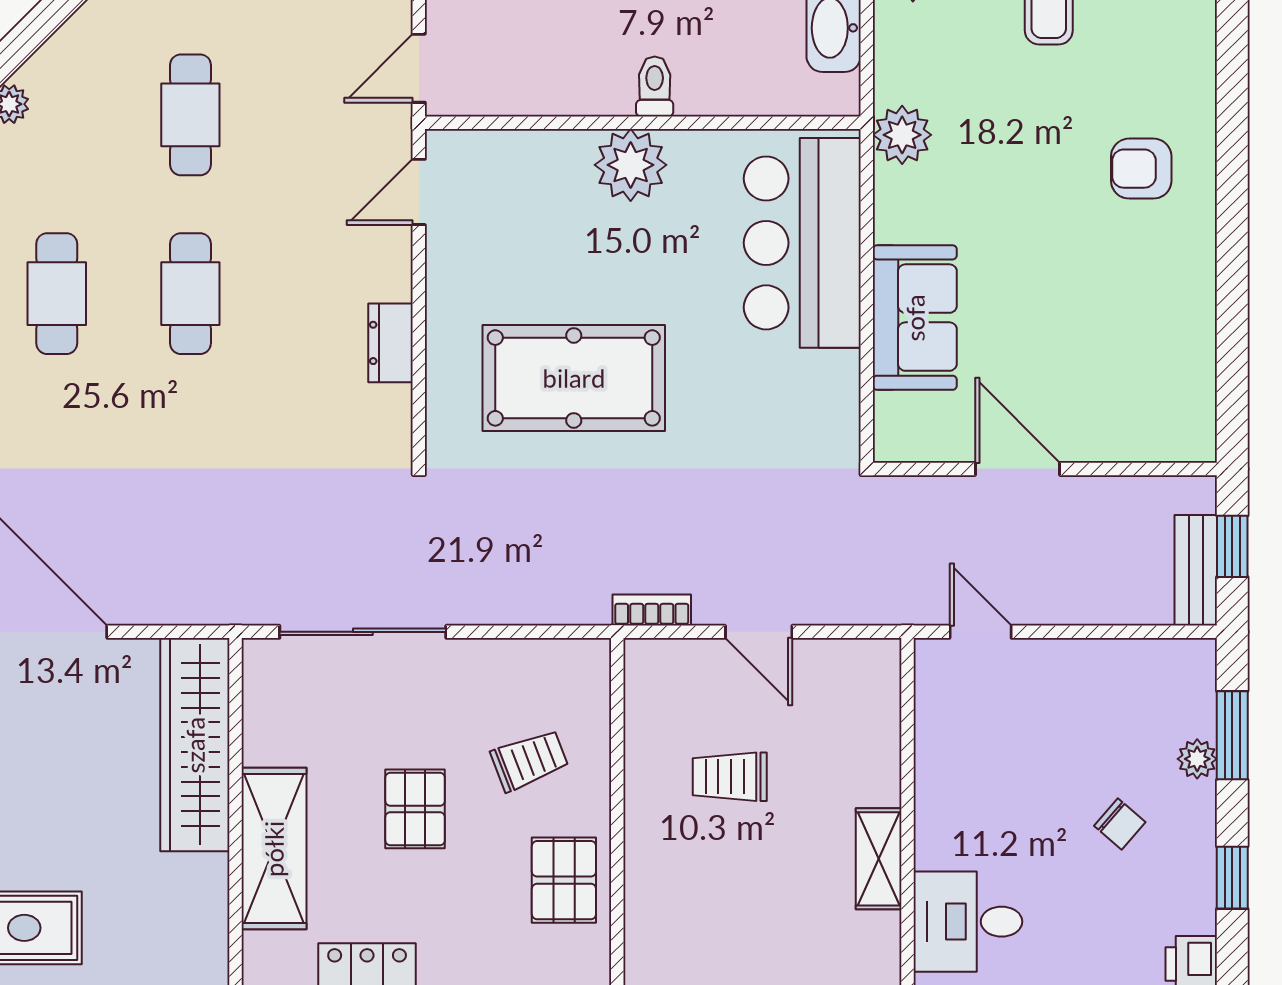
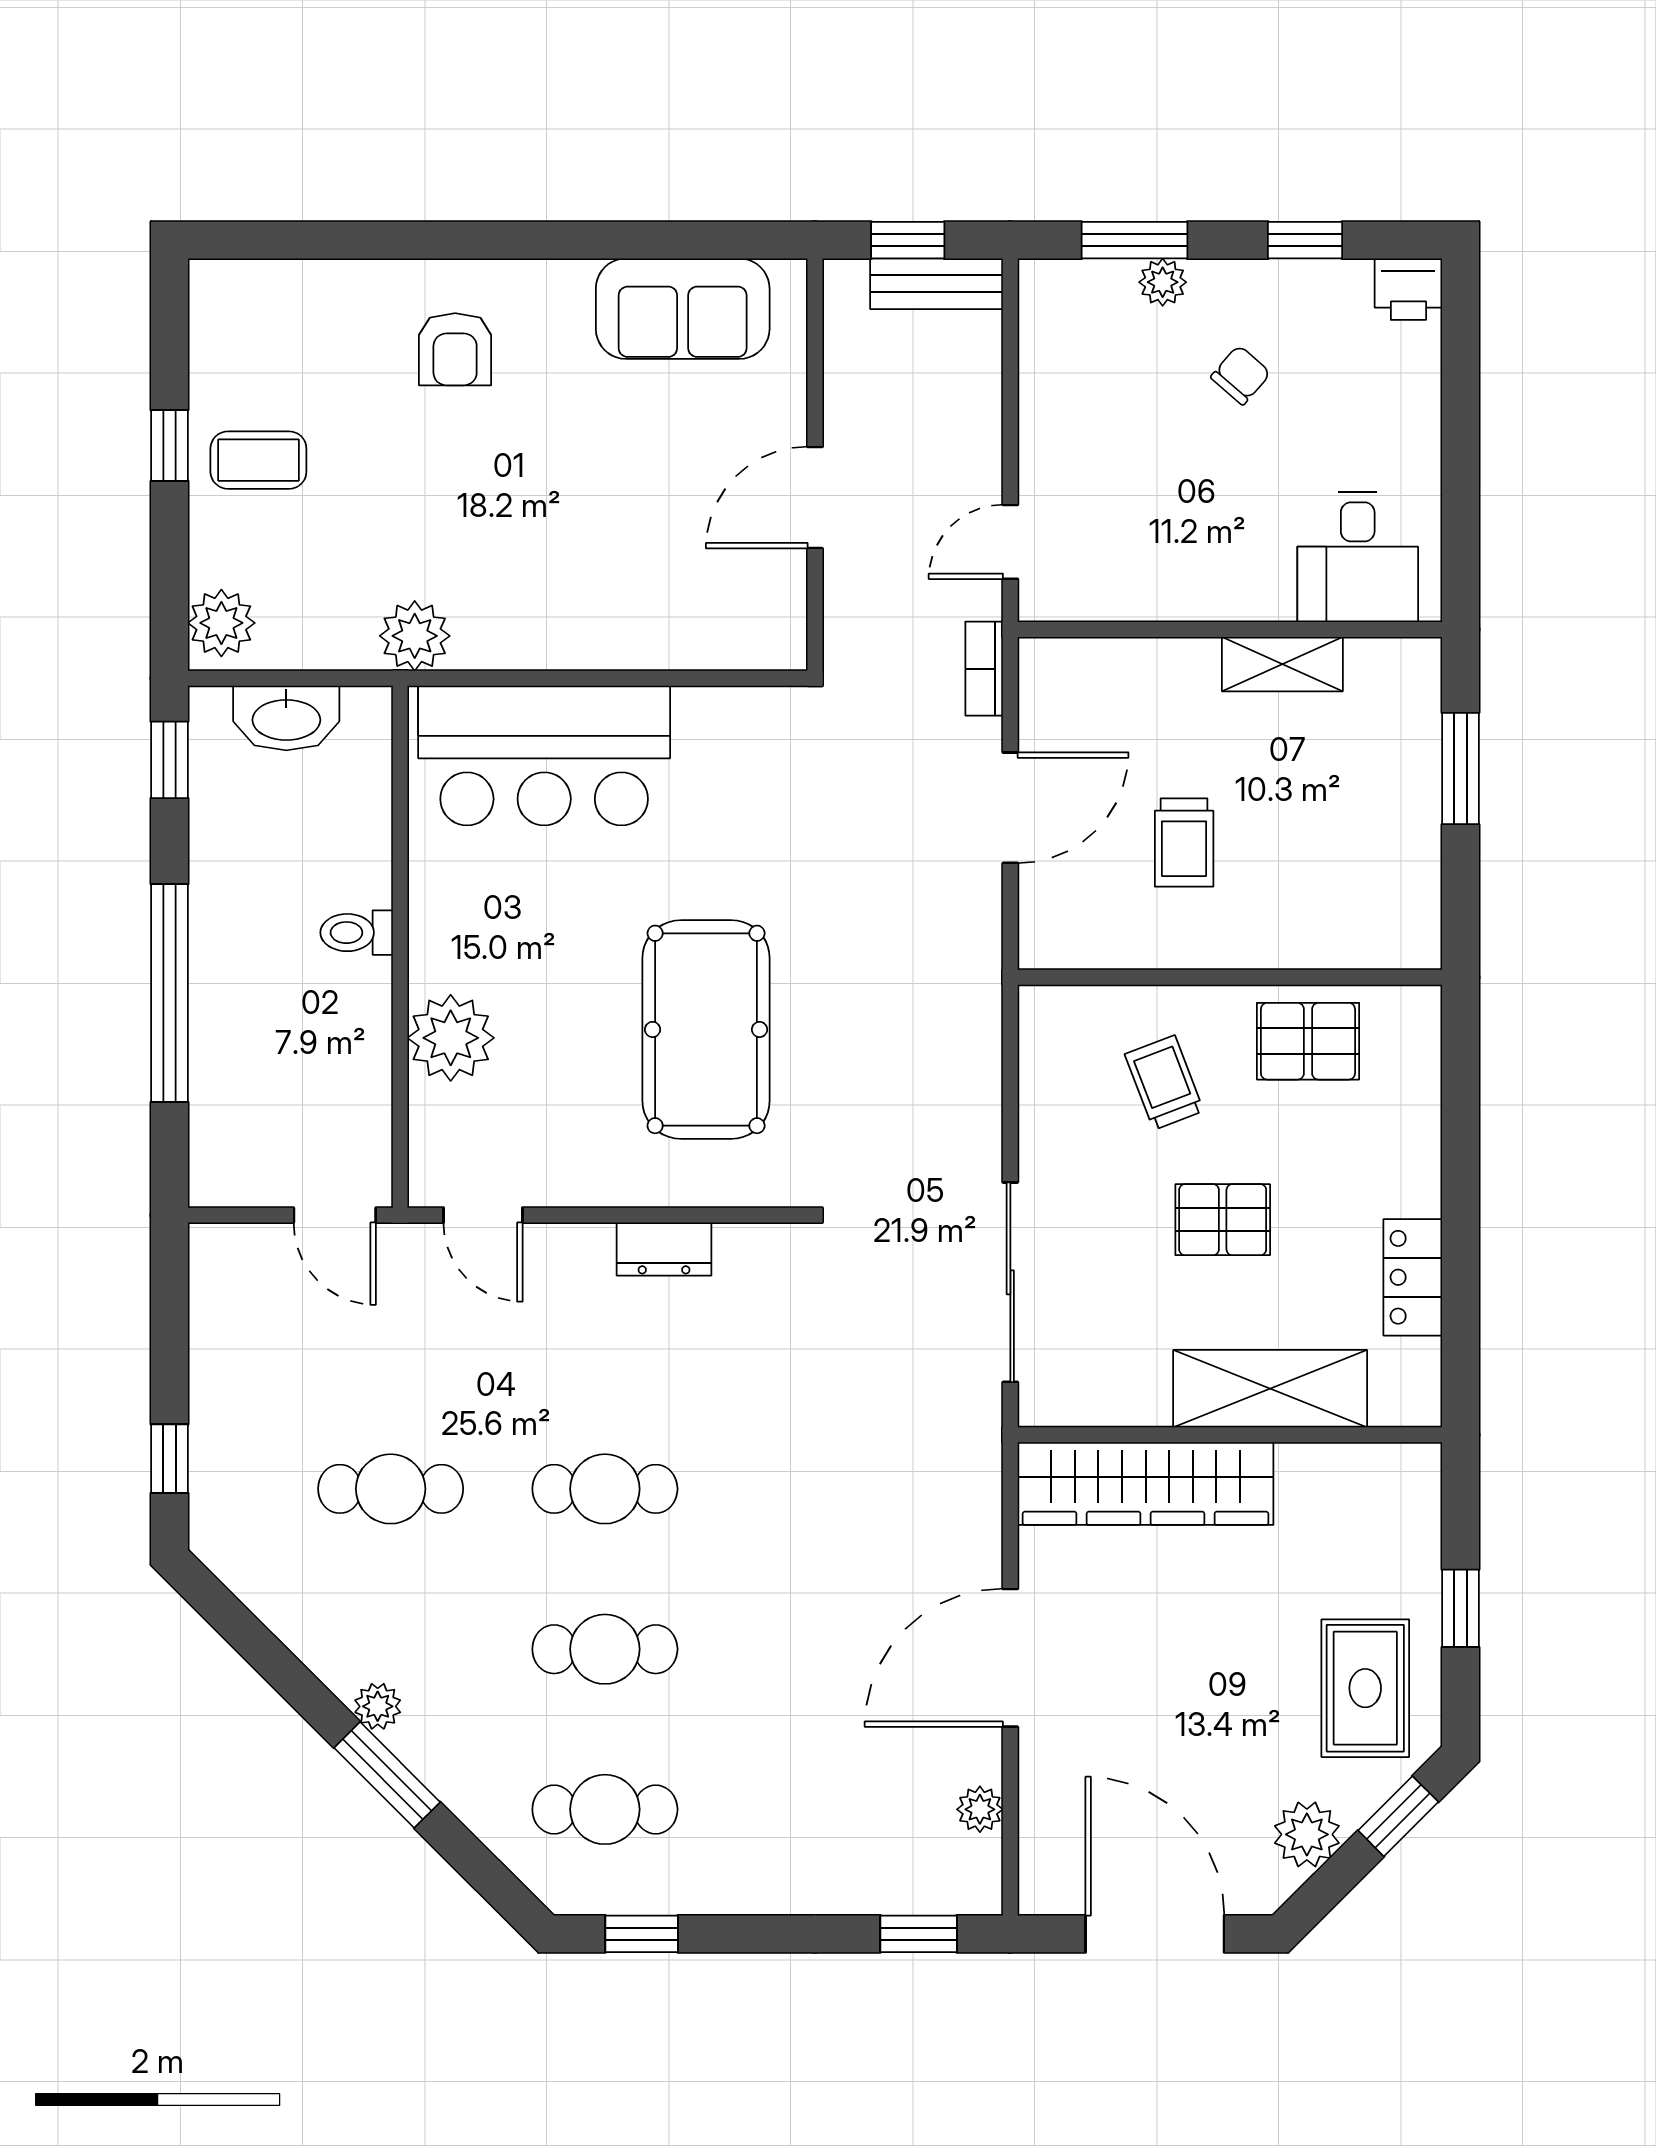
plant: (631, 165) -> (451, 1038), moved
sofa: (915, 318) -> (683, 309), moved, turned 180
bookcase: (652, 610) -> (984, 669), moved
door: (759, 632) -> (1010, 808), width x1.38

